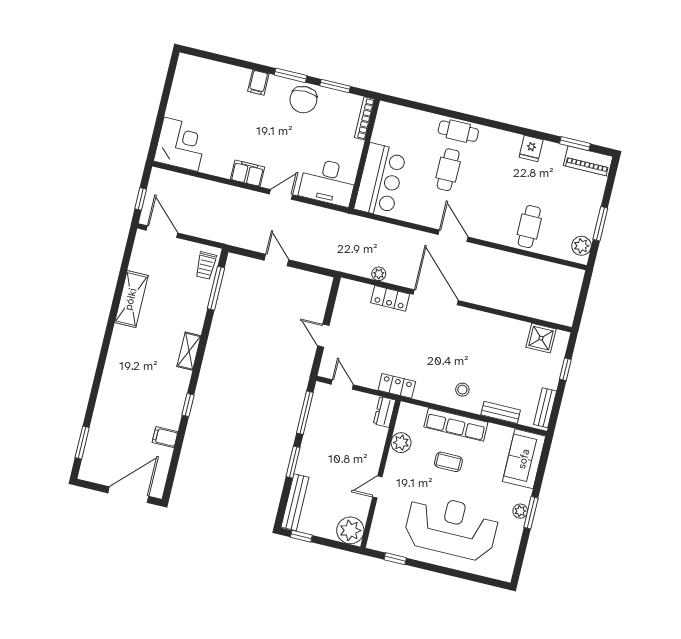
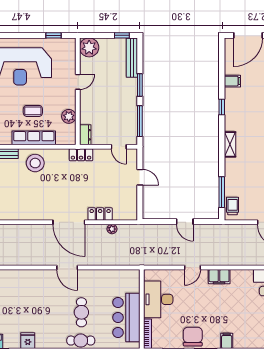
bar counter: (380, 180) -> (126, 317), moved
desk: (328, 182) -> (158, 299), moved, turned -90
cafe table: (529, 227) -> (16, 287), removed
stool: (462, 390) -> (35, 163), width x1.89, depth x1.89

